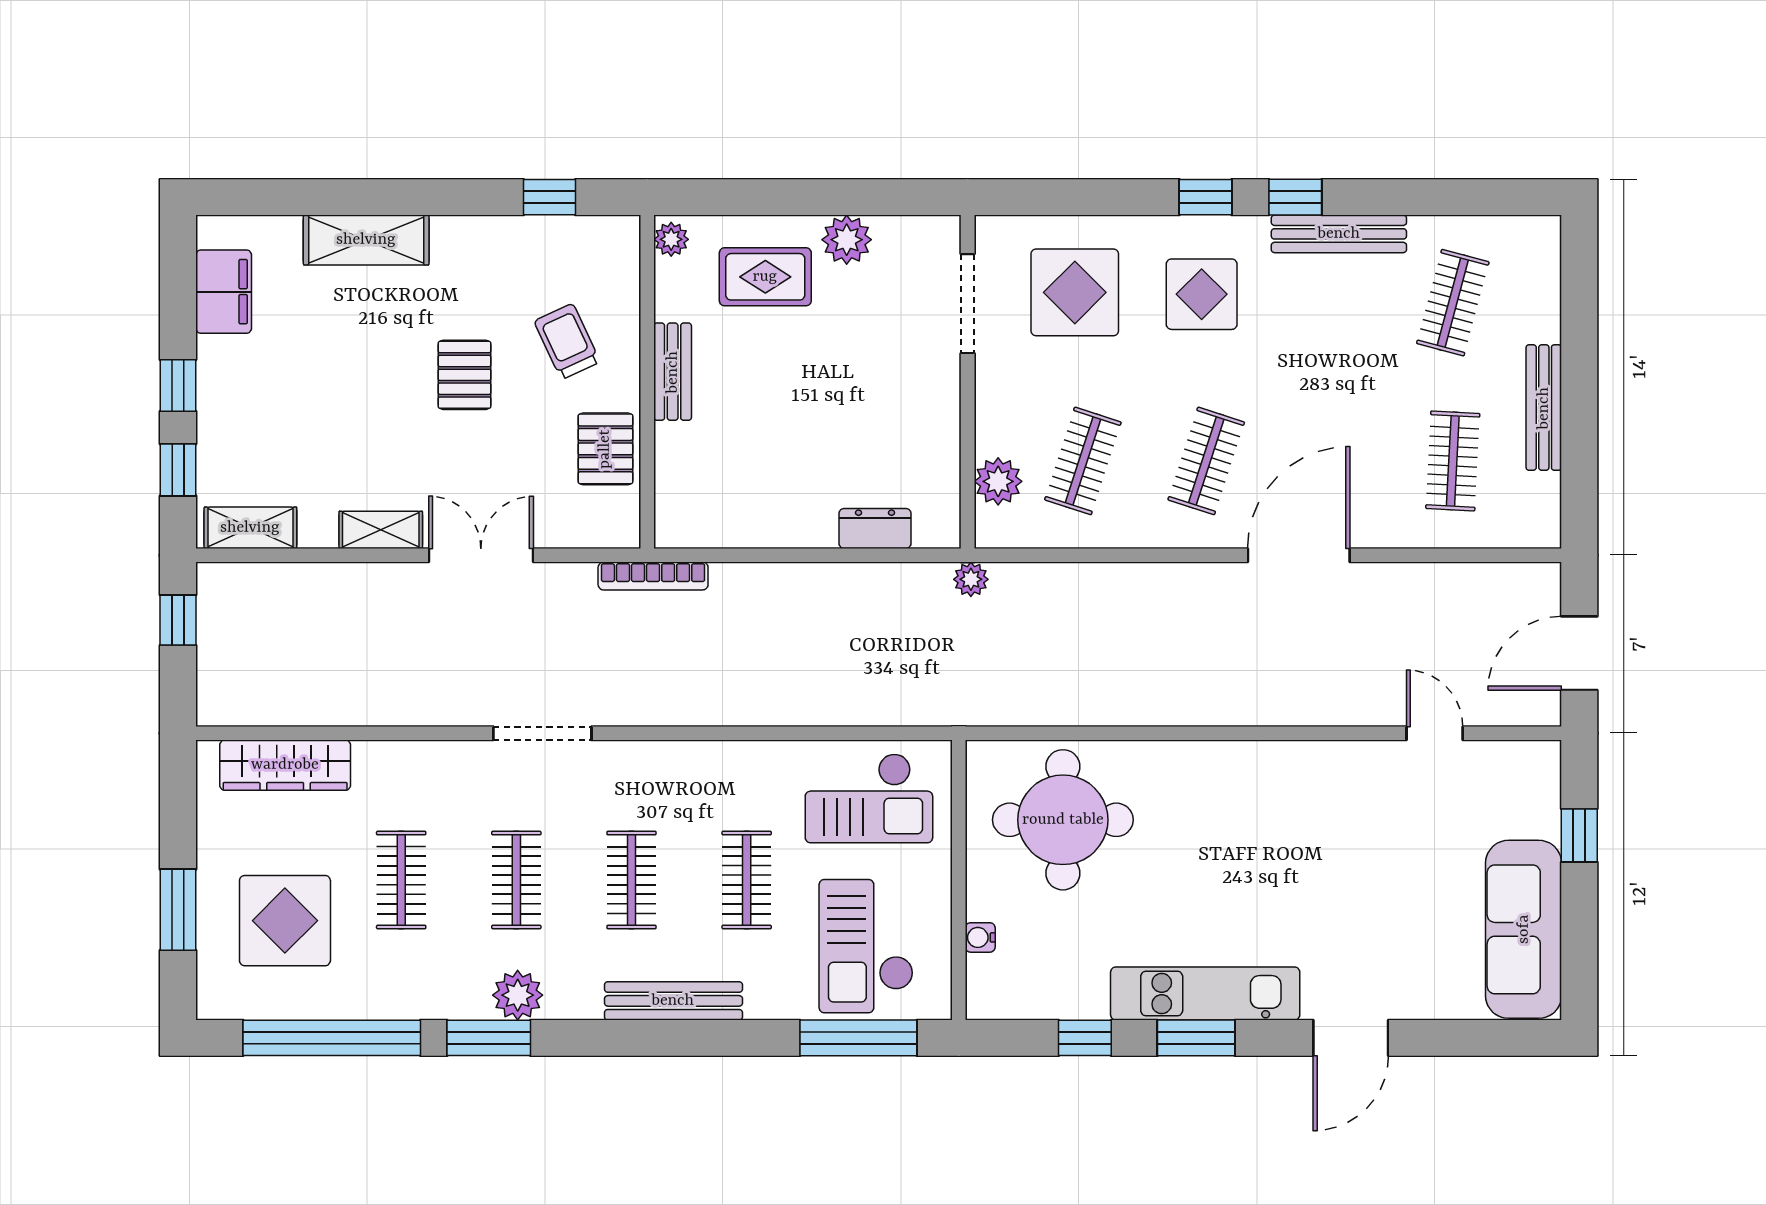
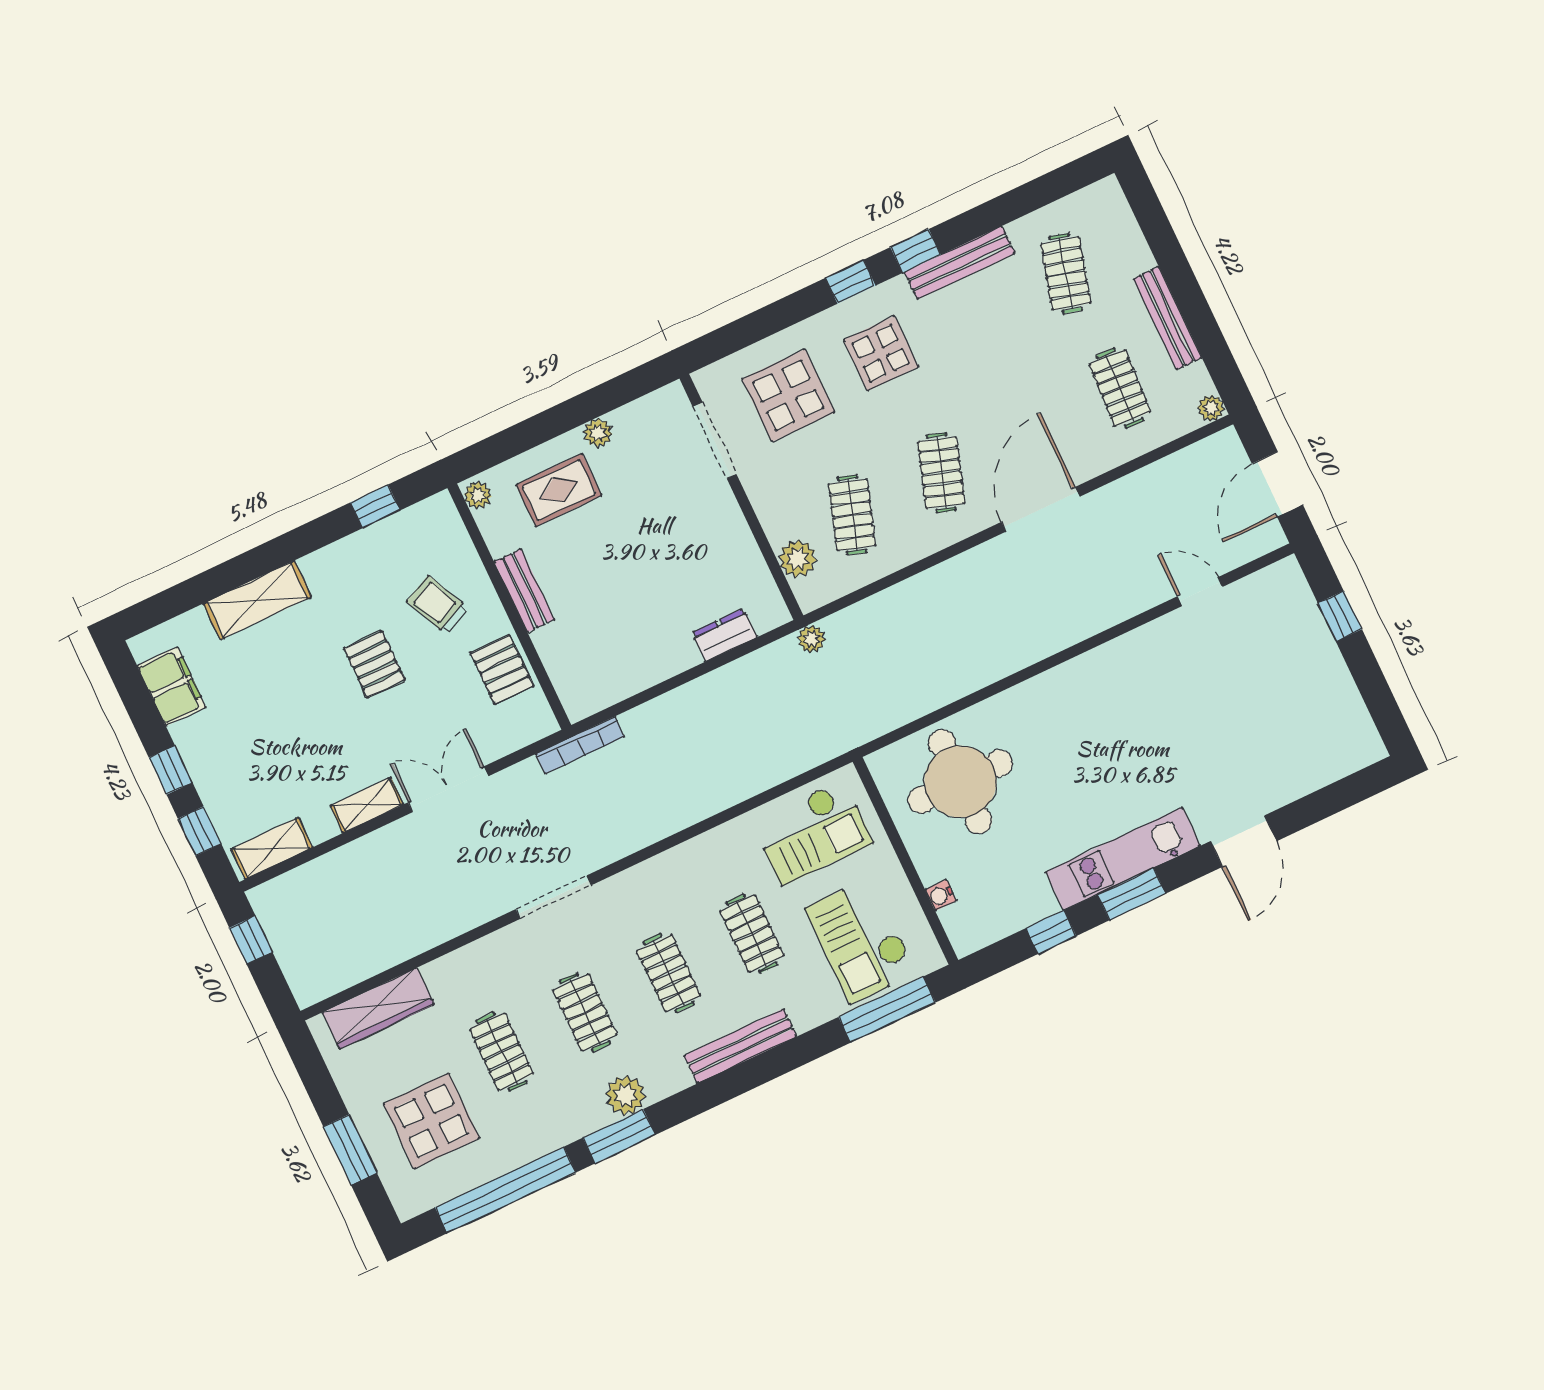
plant: (847, 240) -> (598, 433), width x0.73, depth x0.73
plant: (1545, 532) -> (1211, 408), added
sofa: (1524, 929) -> (1332, 703), removed

